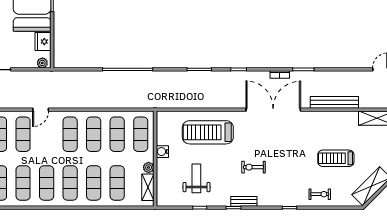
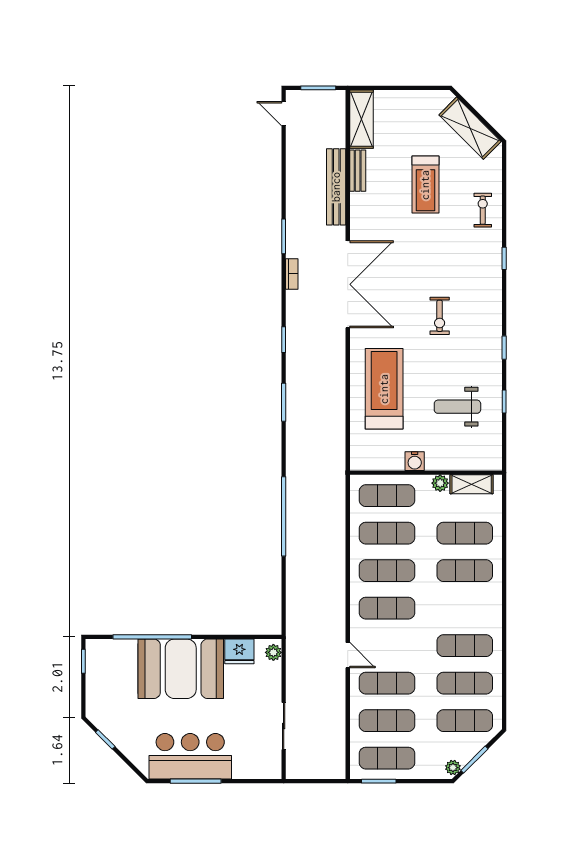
double door: (273, 110) -> (348, 284), swing flipped
treadmill: (208, 132) -> (384, 389), turned 180
exercise mat: (70, 183) -> (465, 608), removed
bench: (244, 201) -> (358, 171), moved

